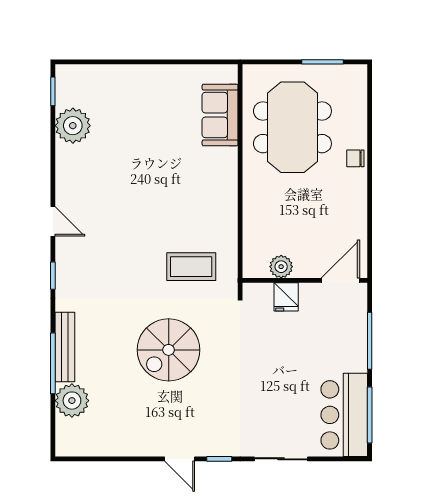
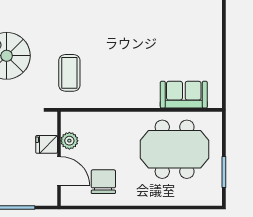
chair: (355, 158) -> (103, 182), moved, width x1.87, depth x1.87
door: (340, 280) -> (59, 171), moved

